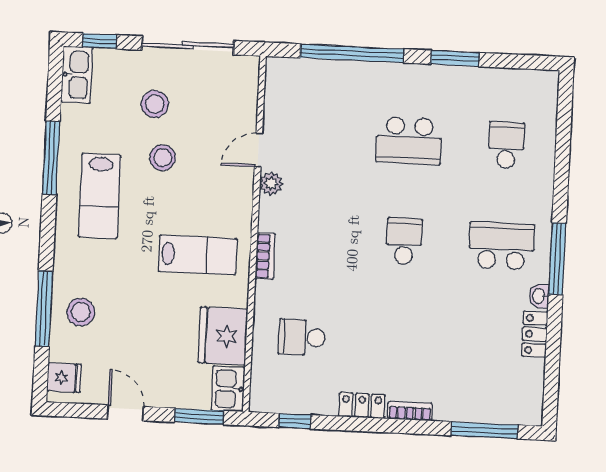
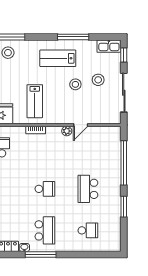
door: (258, 150) -> (81, 125), swing flipped

